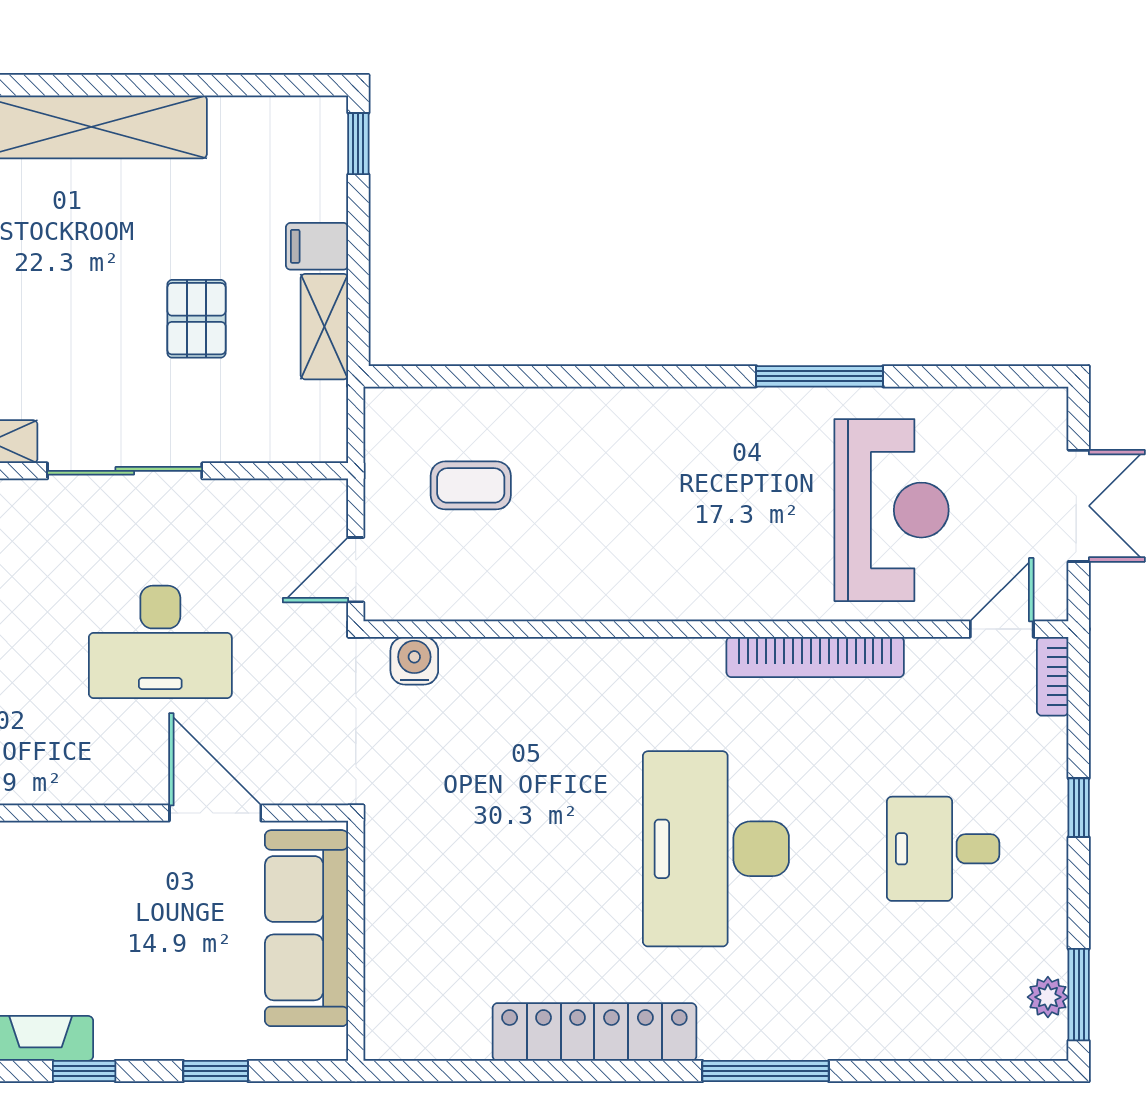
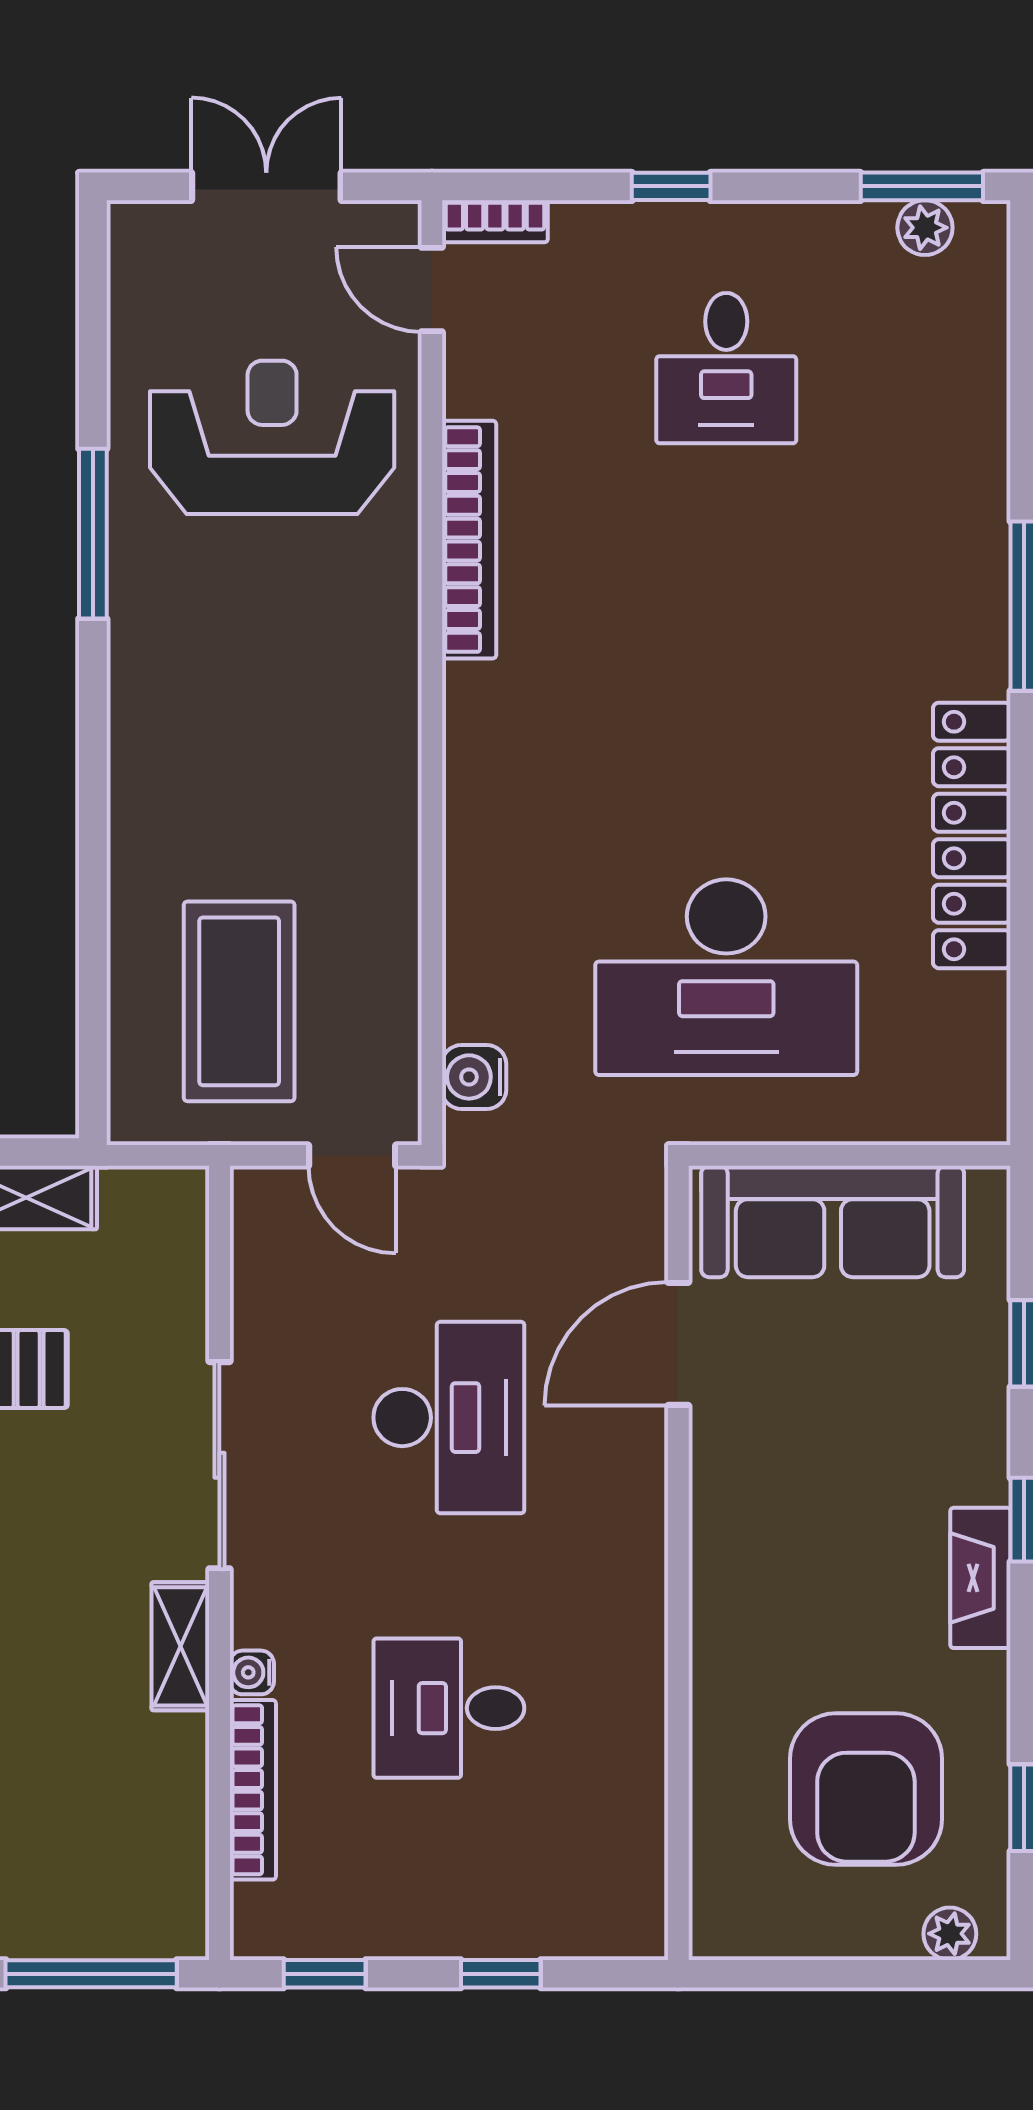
coffee table: (471, 485) -> (239, 1001), width x1.86, depth x1.72
desk: (716, 849) -> (726, 977), moved

